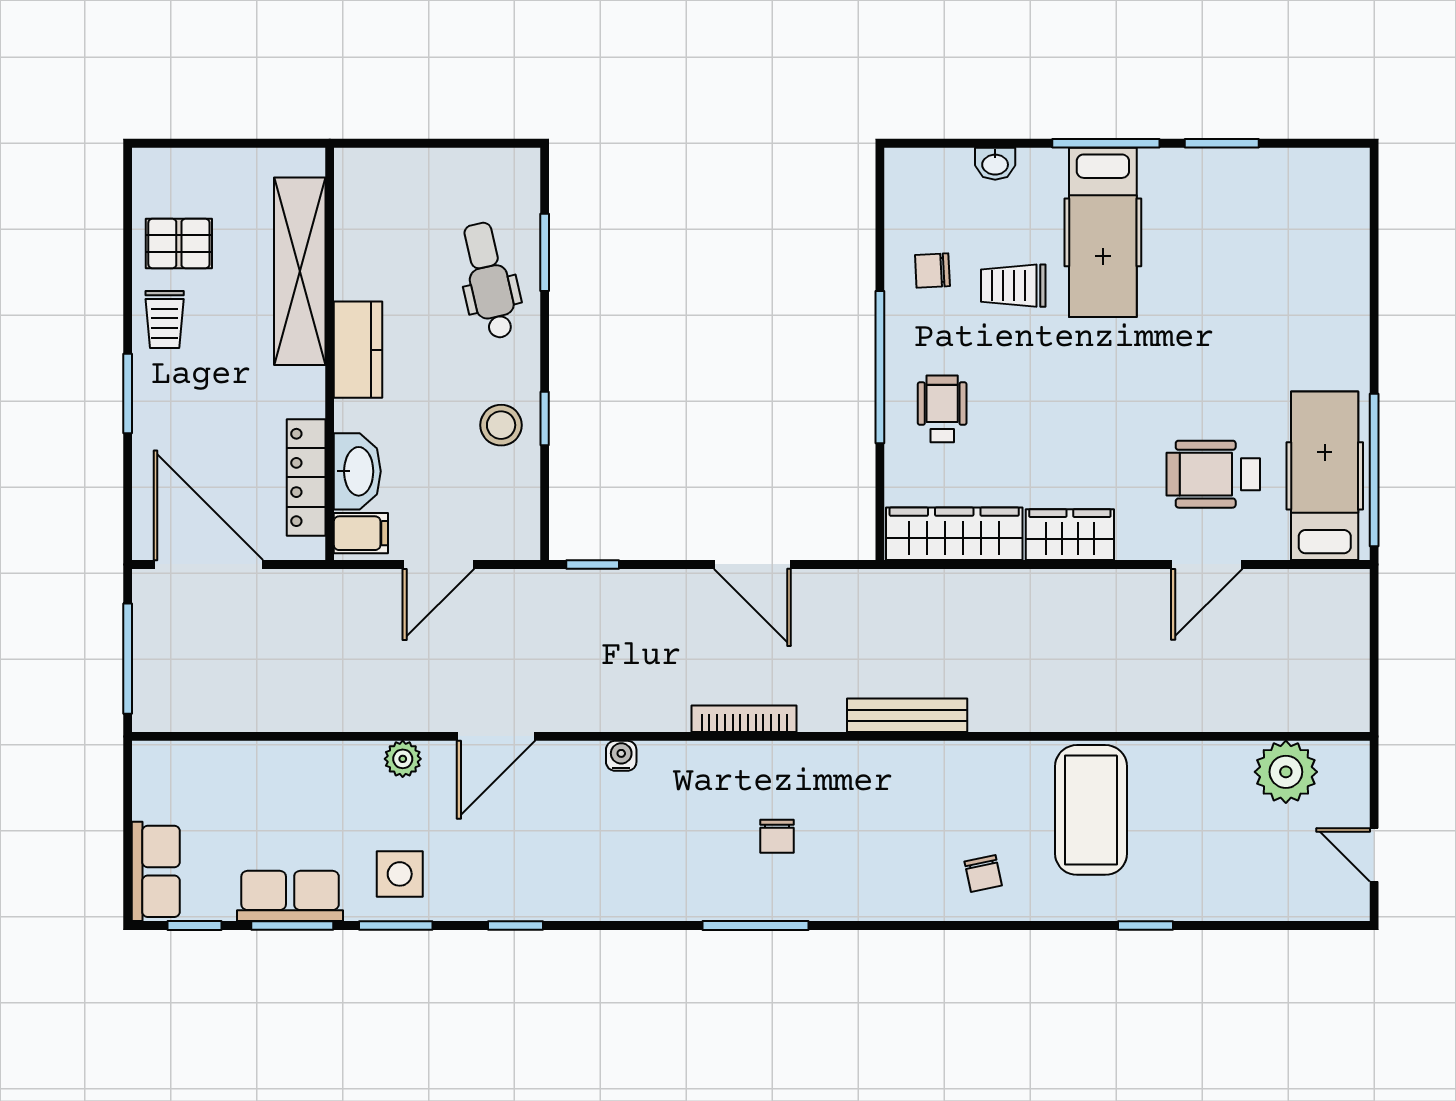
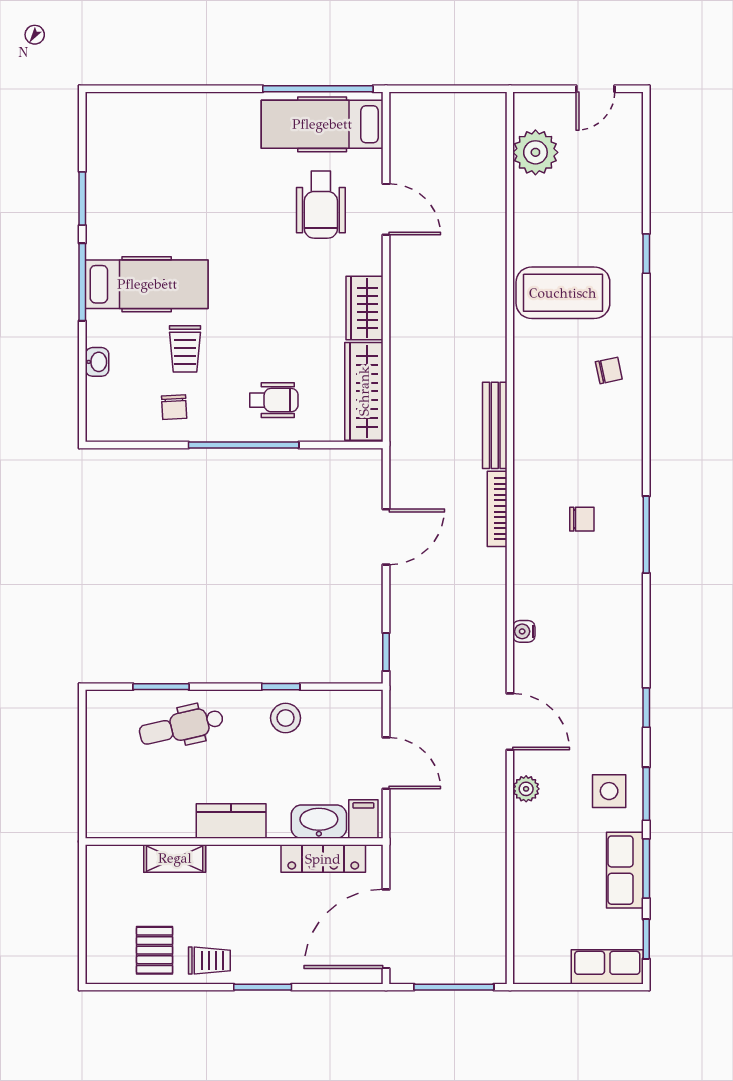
shelving: (300, 271) -> (175, 858), width x0.45, depth x0.75
wheelchair: (942, 409) -> (274, 400), turned 180
bookcase: (744, 719) -> (497, 509), moved

